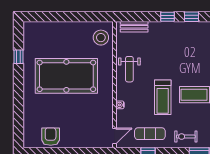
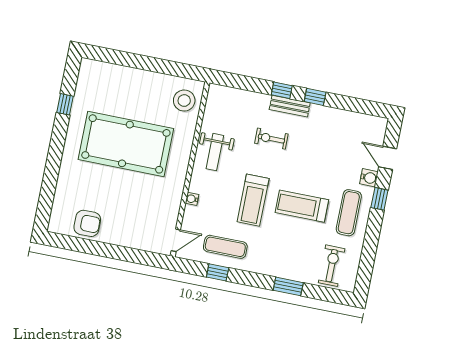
bench: (134, 27) -> (290, 106), moved
armchair: (51, 137) -> (87, 223), turned 90
exercise bike: (186, 137) -> (271, 139), moved

